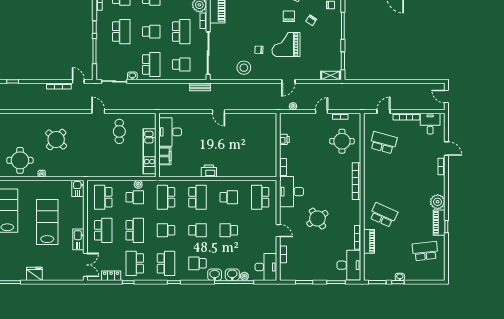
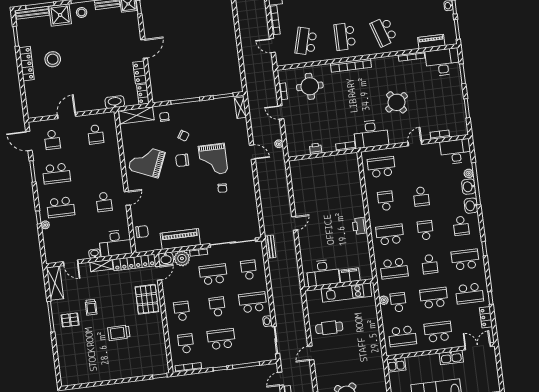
stool: (244, 68) -> (244, 202), removed
school desk: (383, 179) -> (345, 36), added
school desk: (260, 197) -> (381, 167), turned 180
school desk: (383, 215) -> (384, 32), turned -42
piano: (369, 241) -> (431, 41), moved

